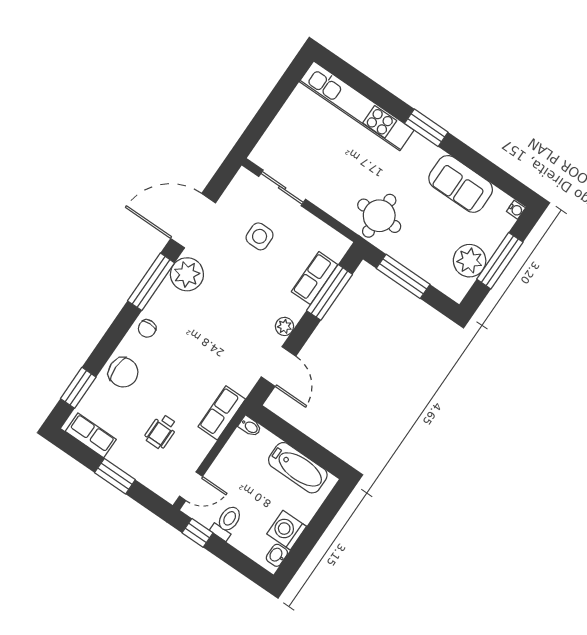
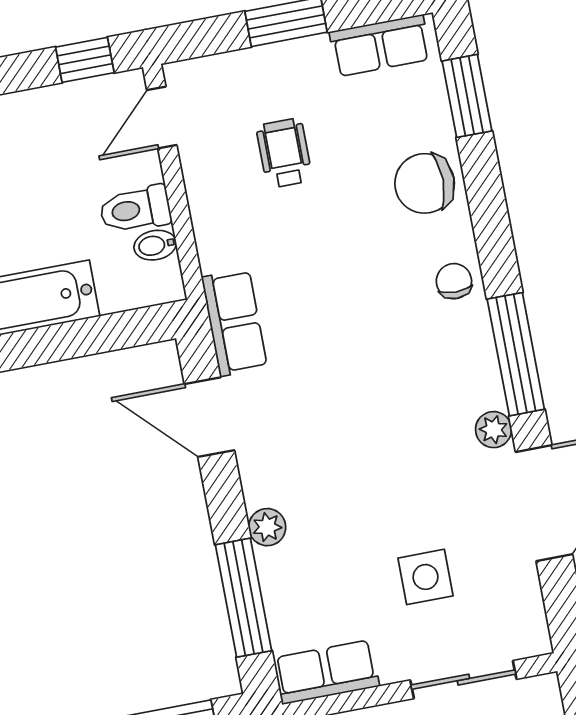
plant: (187, 274) -> (494, 430), width x0.53, depth x0.53
row of seats: (315, 278) -> (326, 672), moved, turned -90
plant: (284, 326) -> (267, 527), moved
row of seats: (222, 413) -> (234, 322), moved
bidet: (250, 426) -> (155, 245), moved
toilet: (227, 522) -> (135, 209), moved, turned 90

